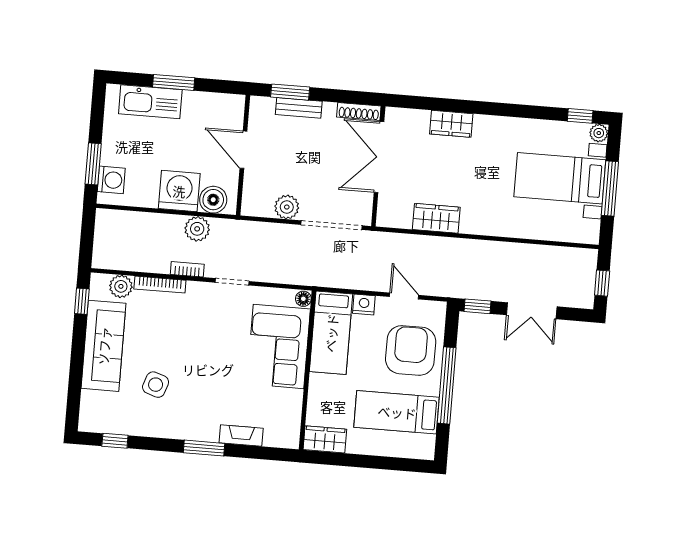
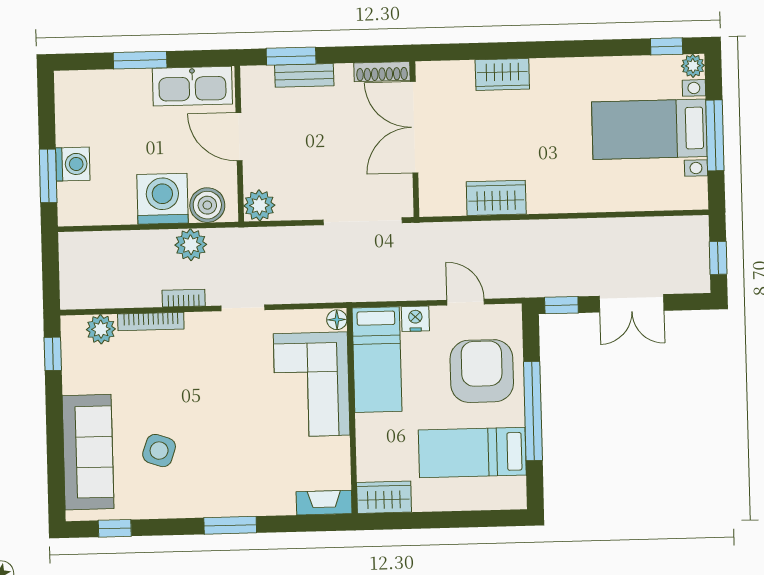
kitchen sink: (150, 102) -> (192, 86), moved
washing machine: (111, 180) -> (73, 164), moved
plant: (287, 207) -> (259, 205), moved
sofa: (104, 346) -> (88, 452), moved
fireplace: (241, 435) -> (324, 503), moved

